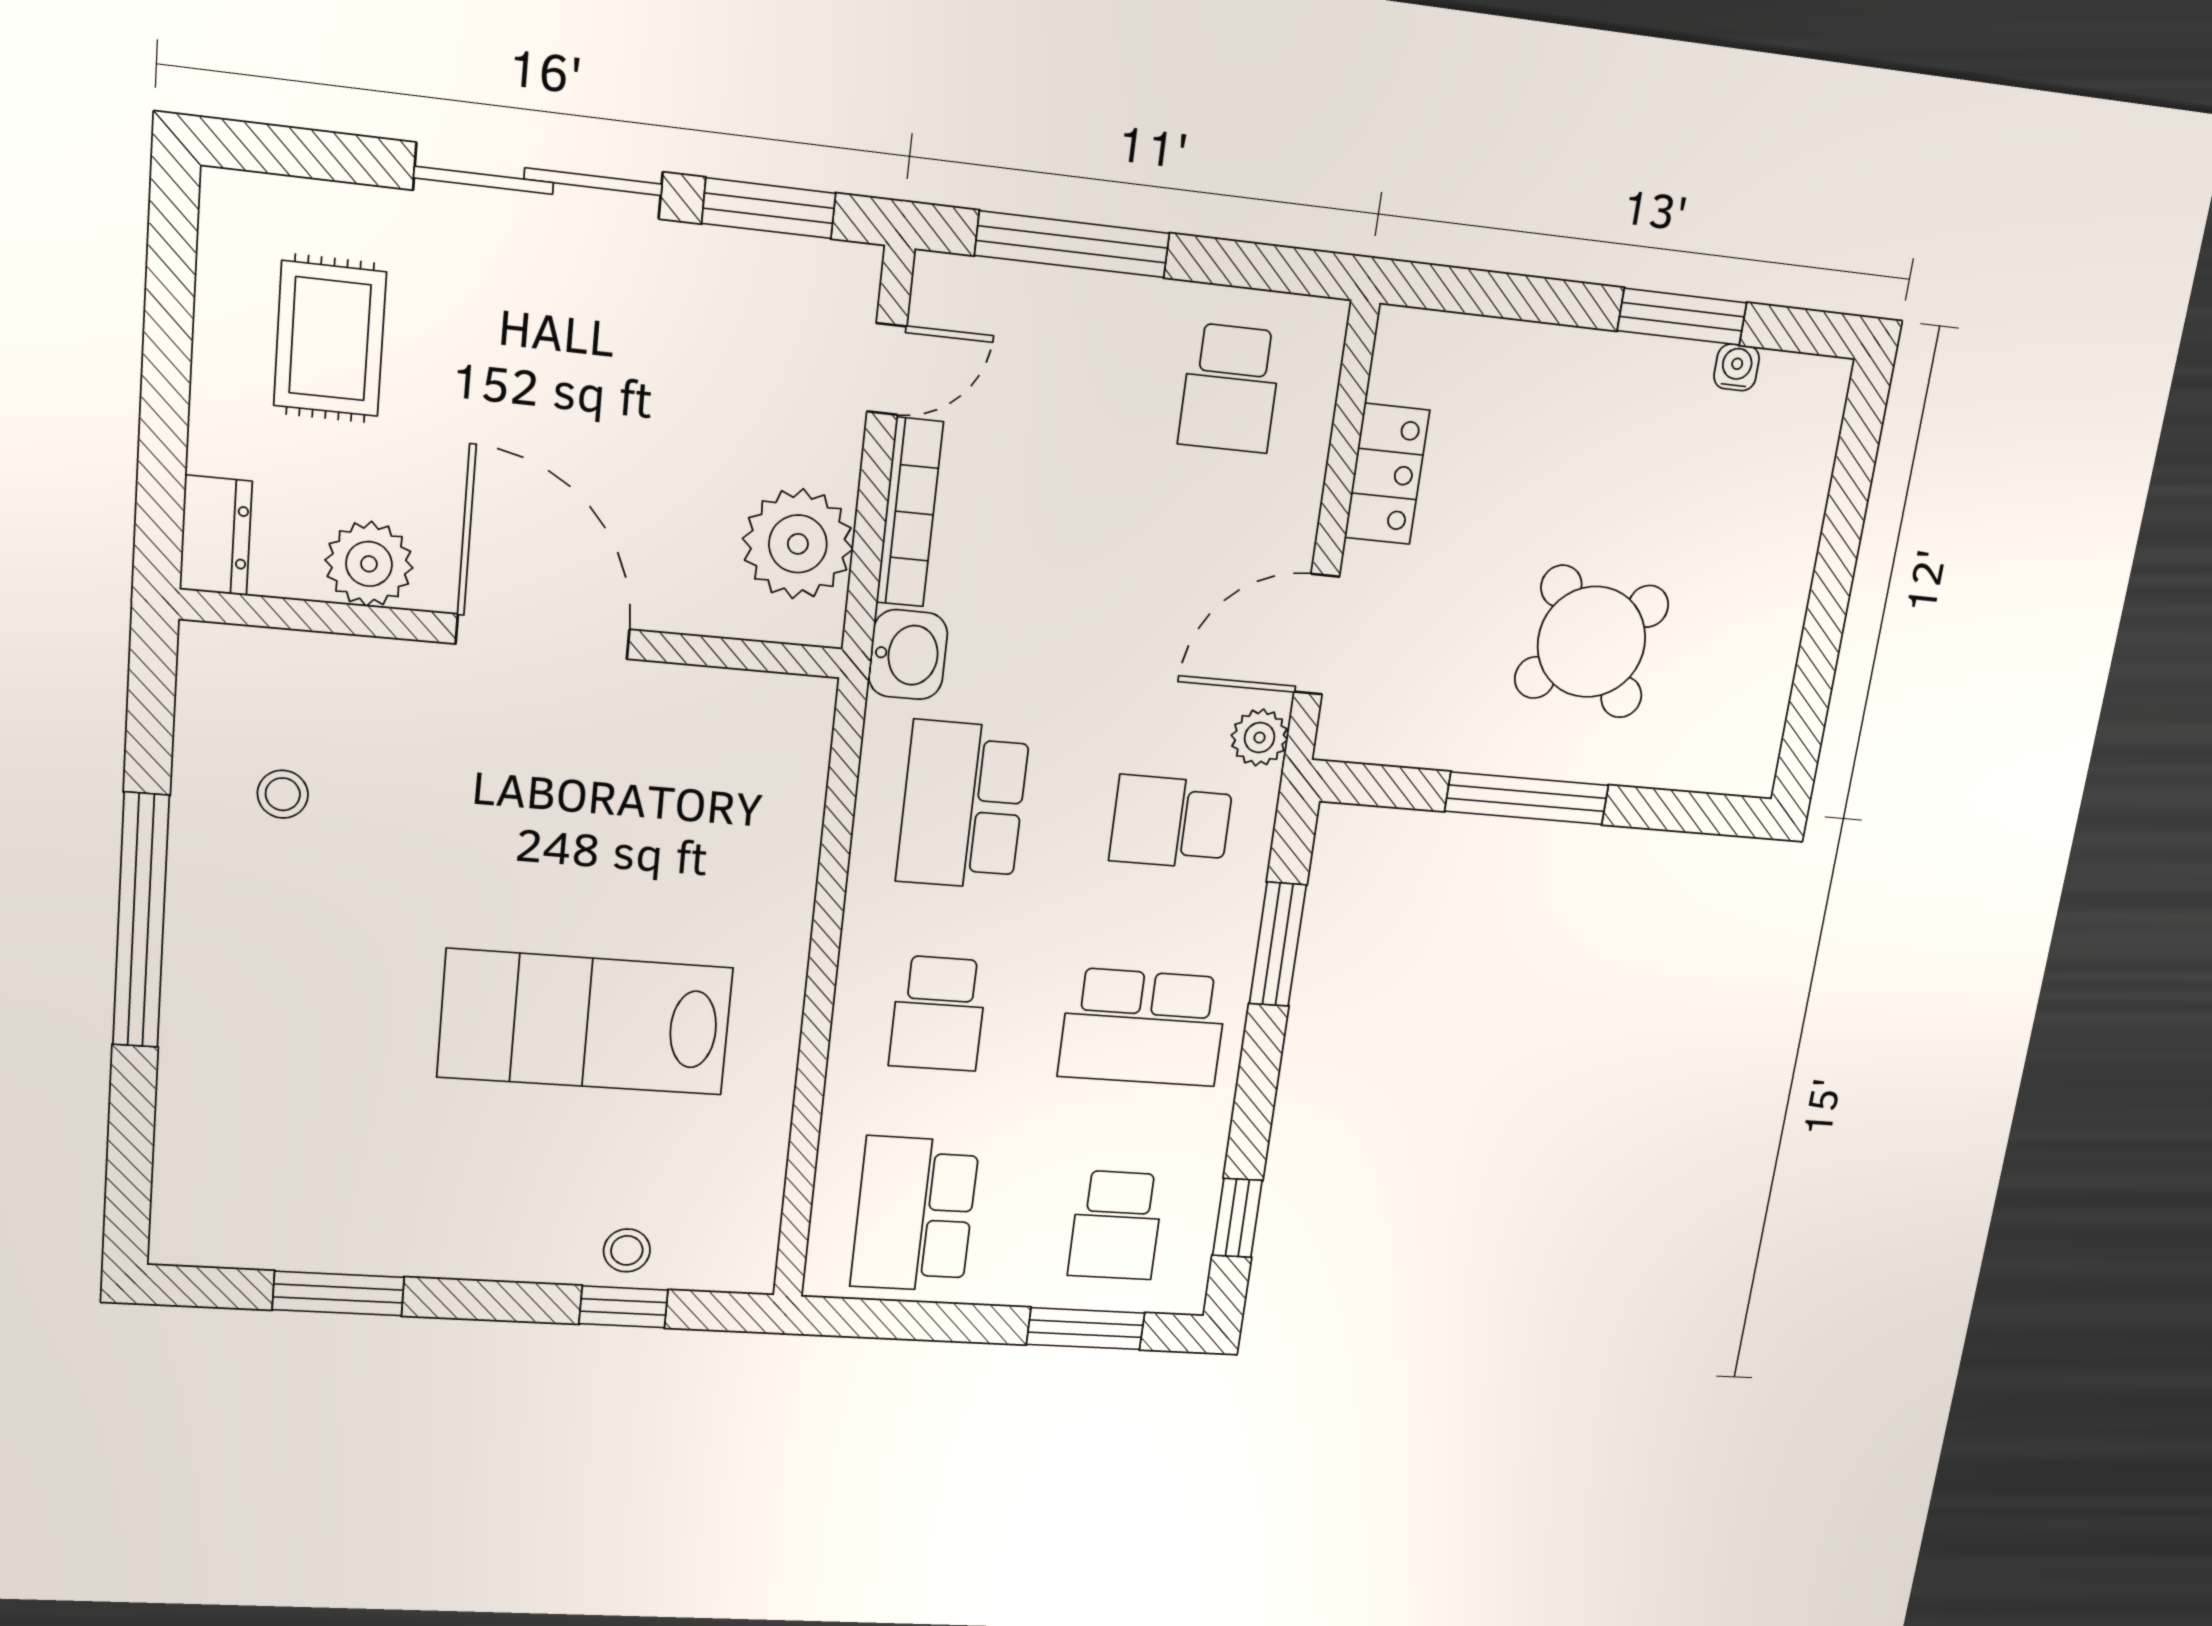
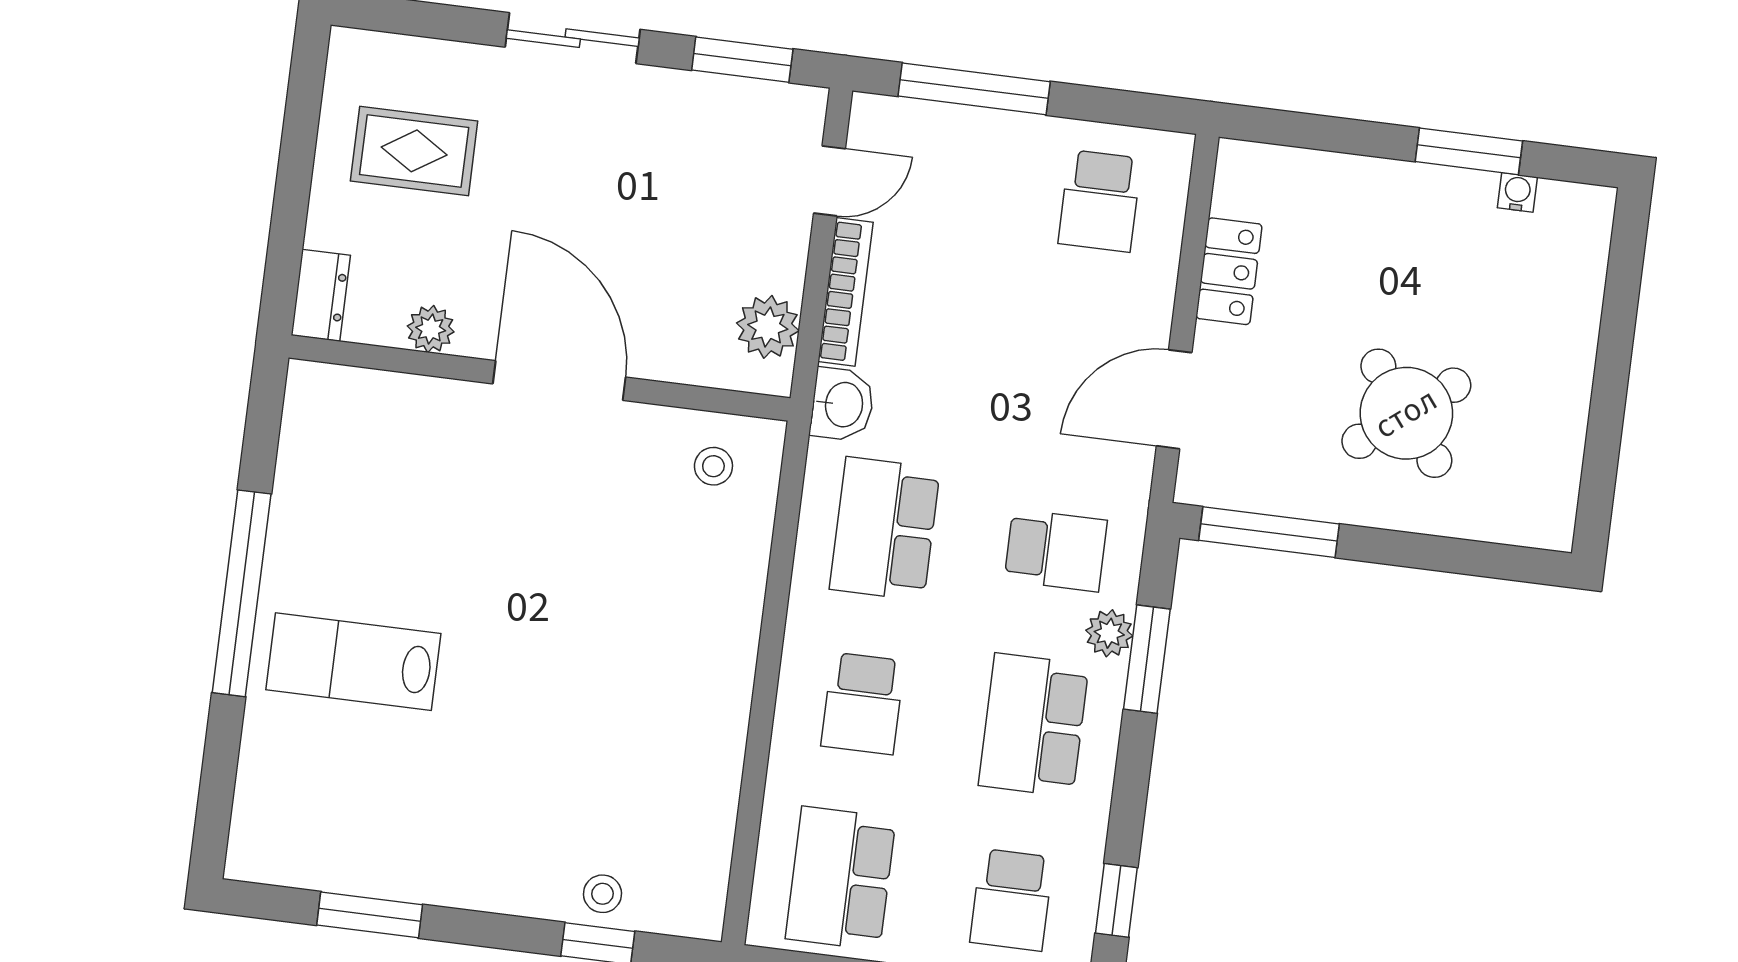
sliding door: (539, 181) -> (573, 38), width x0.73
rug: (330, 339) -> (414, 151), turned 90
plant: (798, 544) -> (768, 327), width x0.73, depth x0.73
plant: (369, 564) -> (431, 329), width x0.73, depth x0.73
plant: (1259, 738) -> (1109, 633), moved
stool: (283, 794) -> (713, 466), moved
window: (1527, 798) -> (1269, 532), moved
school desk: (1171, 822) -> (1056, 550), turned 180
lab bench: (585, 1022) -> (353, 662), moved, width x0.73, depth x0.72
school desk: (1143, 1027) -> (1034, 725), turned 90

